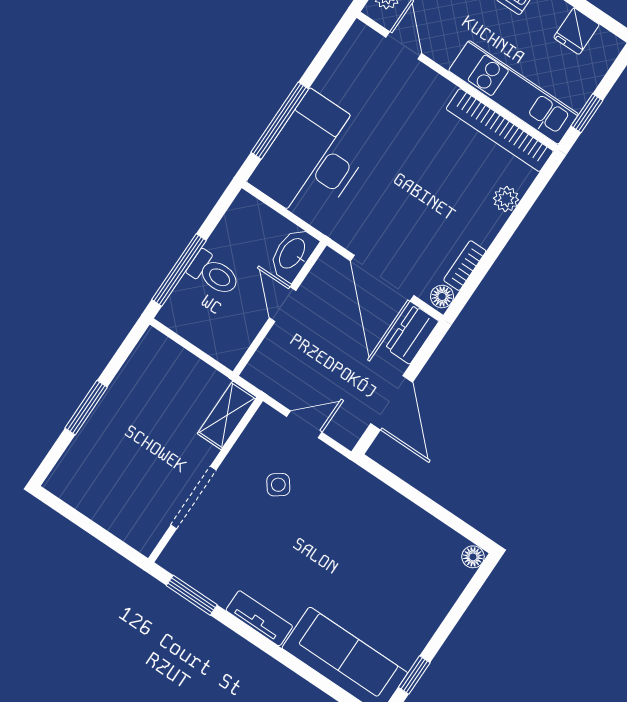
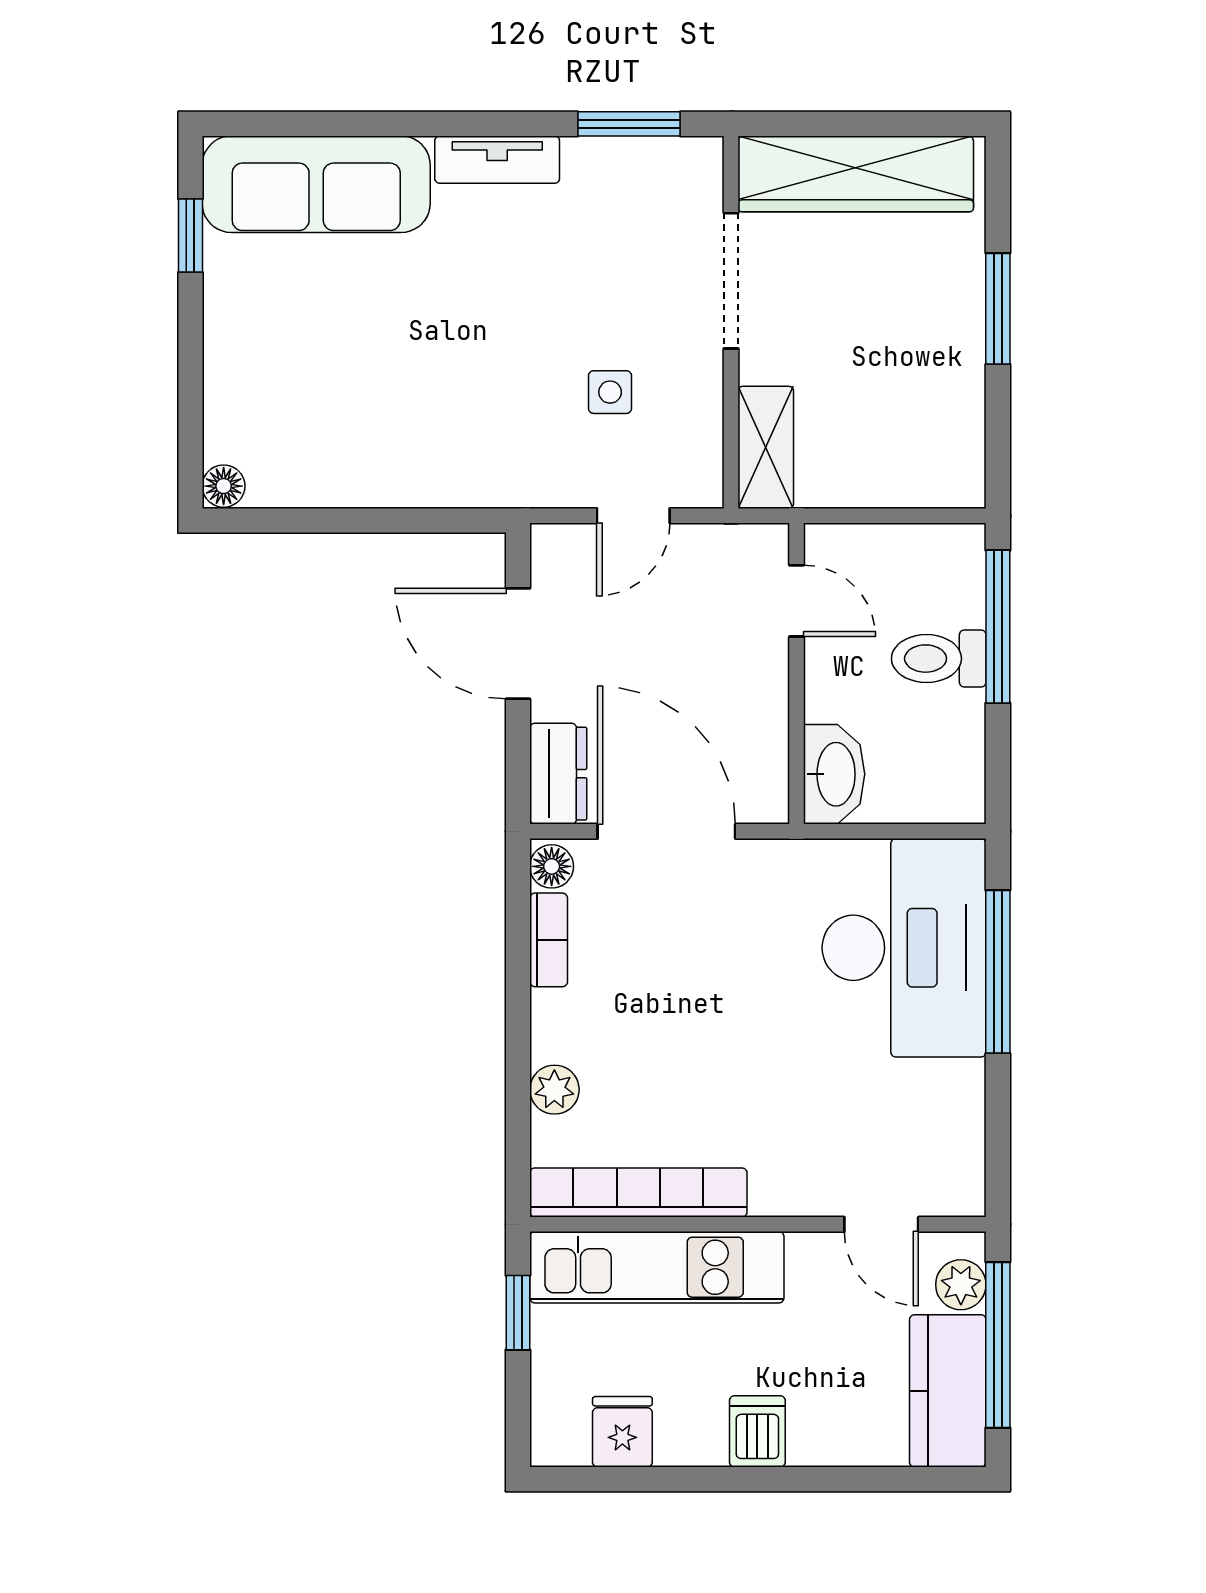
door: (283, 304) -> (797, 601), moved
side table: (278, 485) -> (610, 392), turned 36
wardrobe: (108, 507) -> (856, 174), added

